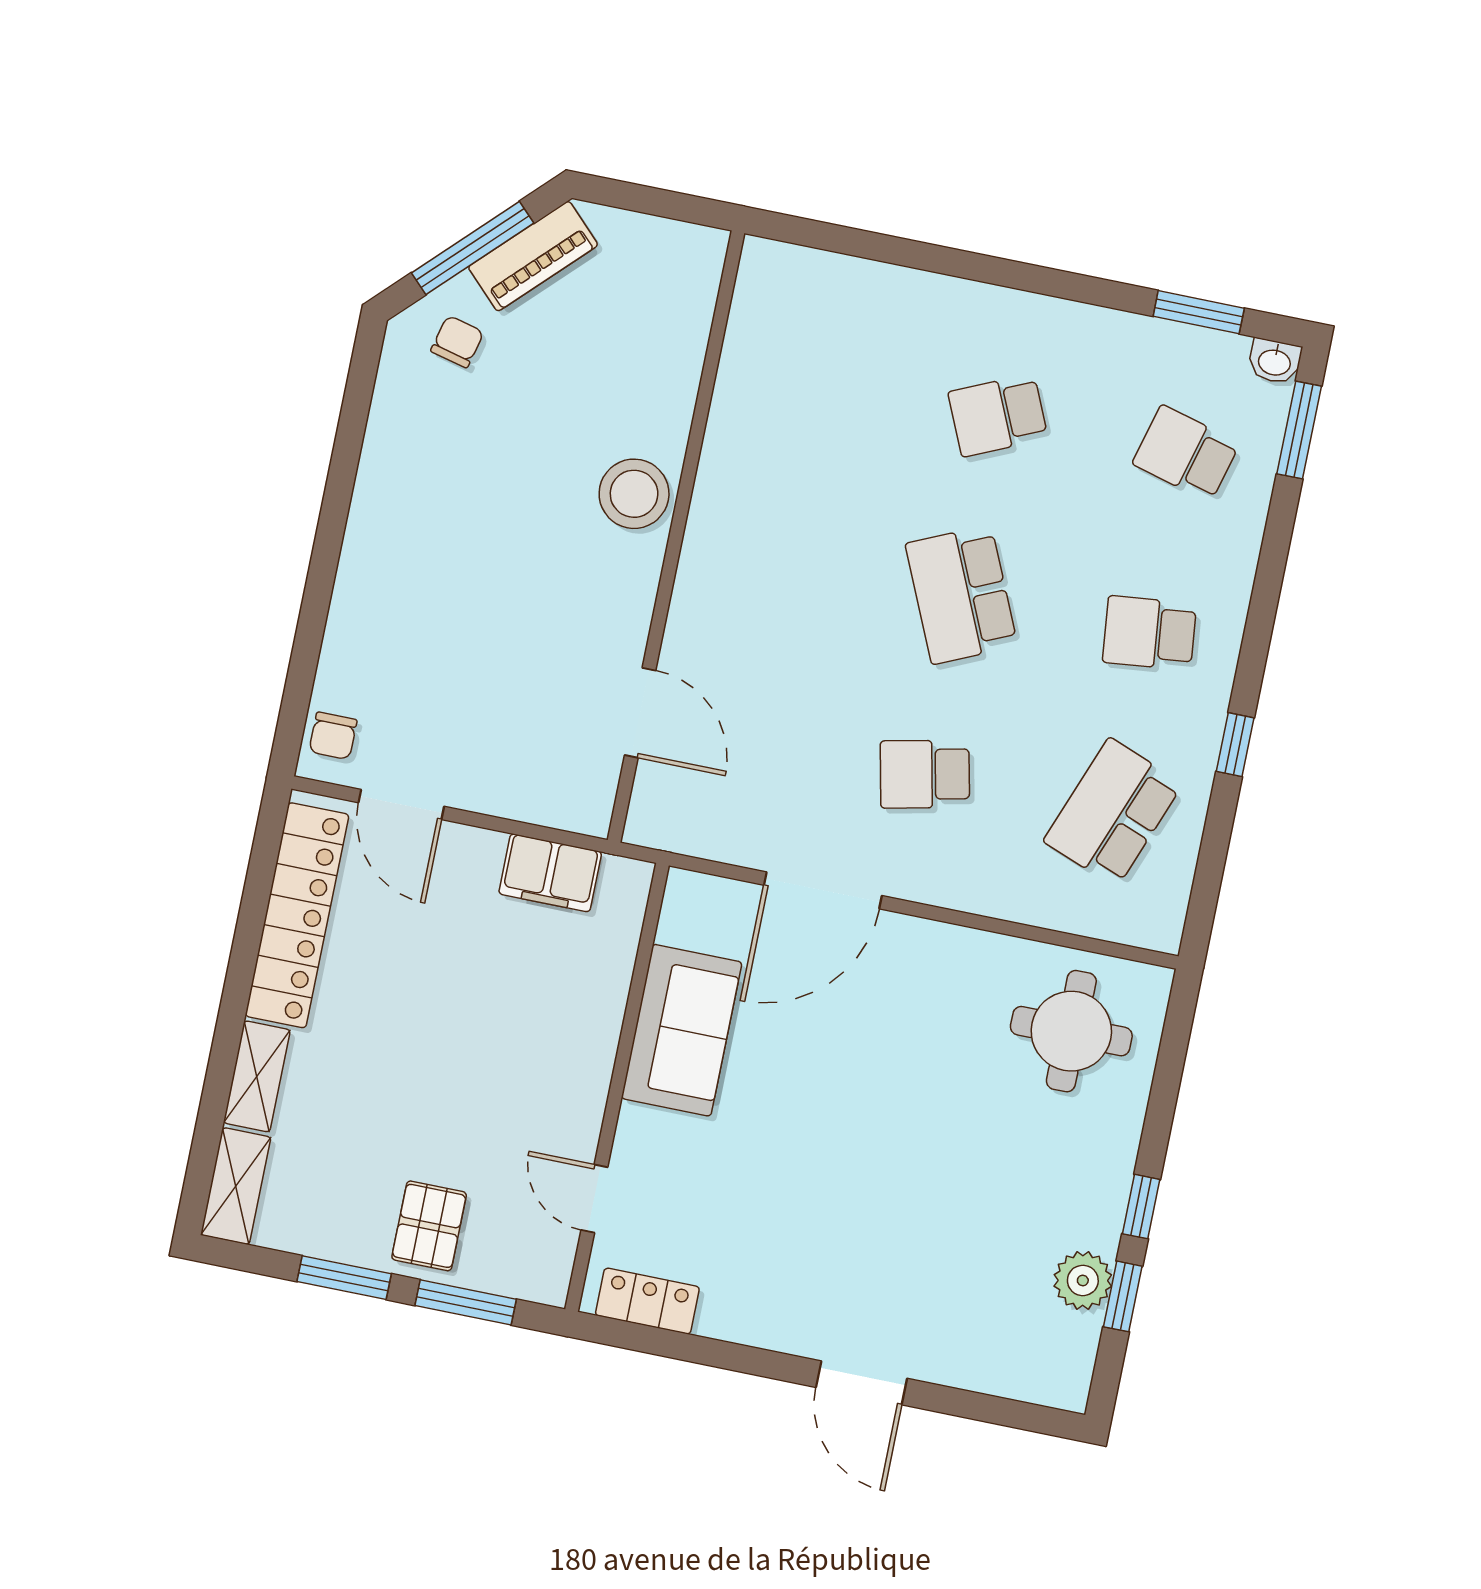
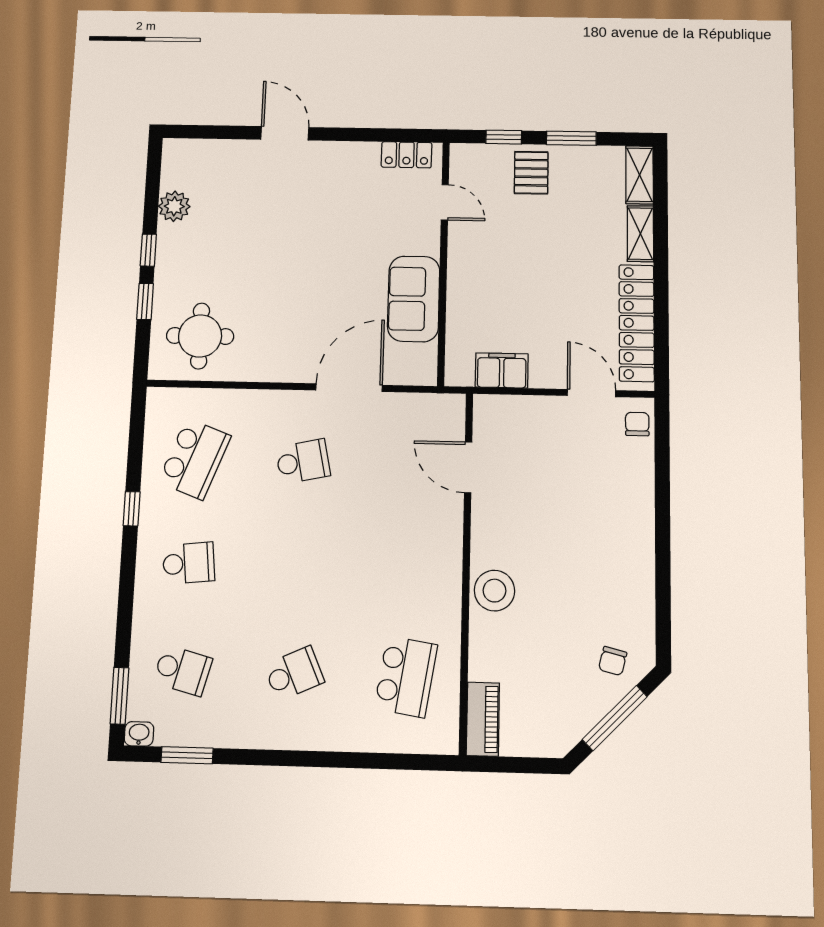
piano: (533, 256) -> (483, 719), moved, turned 135
school desk: (961, 595) -> (406, 677), moved, turned 33
window: (1123, 1296) -> (145, 301), moved
window: (466, 1302) -> (504, 137), width x0.67

